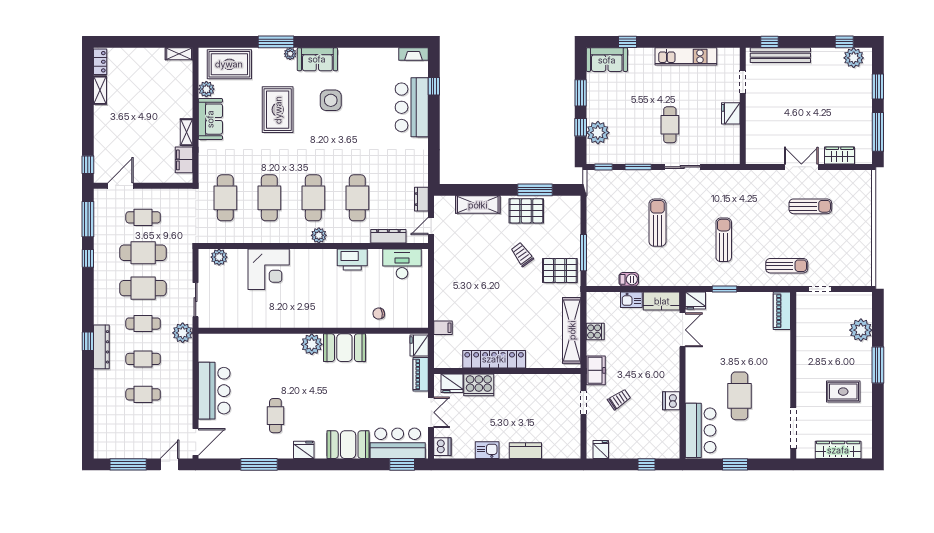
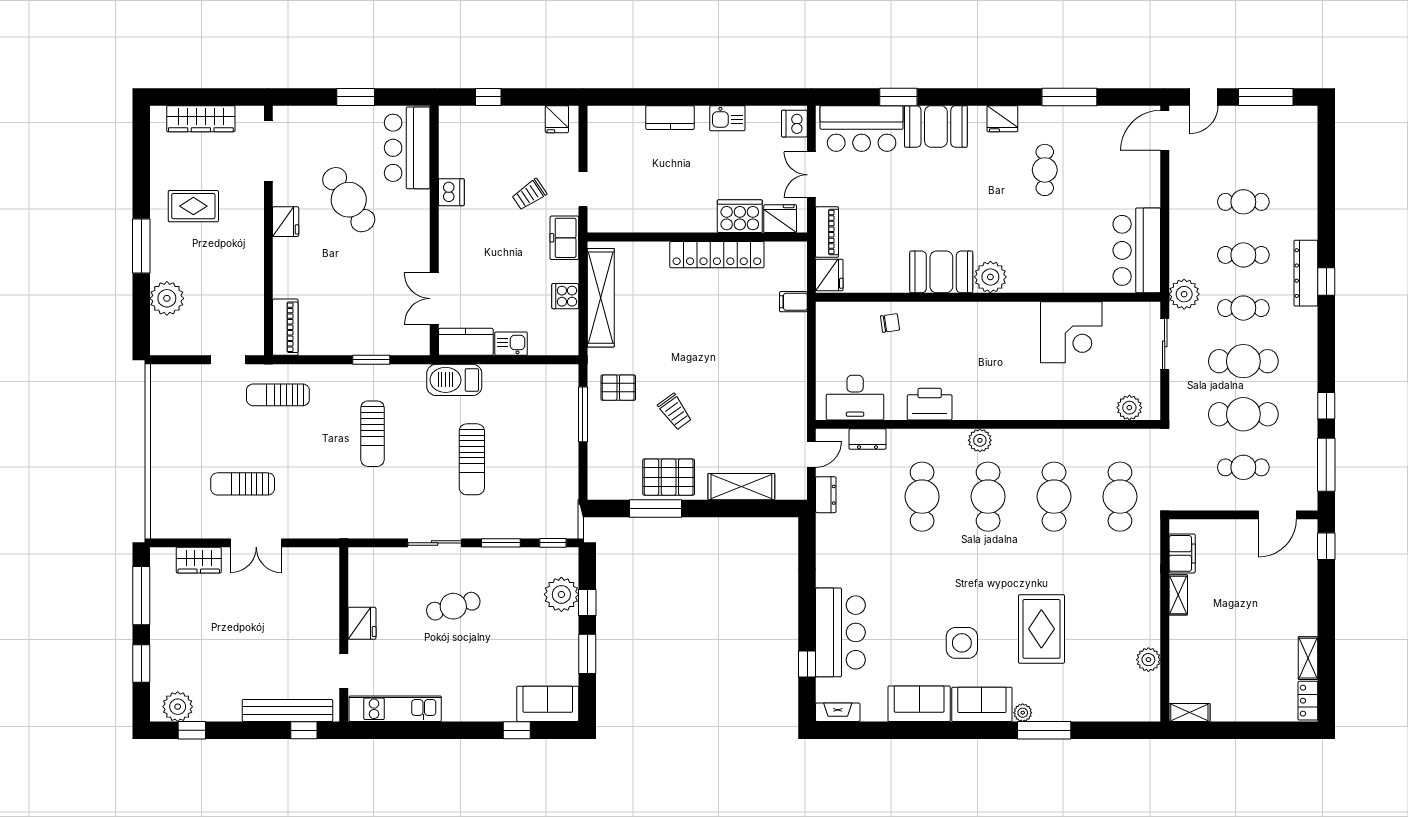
kitchen unit: (686, 56) -> (395, 709), moved
rug: (229, 64) -> (1114, 697), removed
sofa: (210, 119) -> (919, 704), moved, turned 90
cafe table: (670, 125) -> (453, 606), turned 75
dresser: (388, 236) -> (867, 439), width x0.70
corner desk: (269, 269) -> (1071, 332), moved, turned 180
pallet: (560, 271) -> (618, 388), width x0.67, depth x0.71
barbecue: (629, 279) -> (454, 380), moved, width x1.88, depth x1.53
fridge: (695, 301) -> (286, 222), moved, turned 90
bar counter: (214, 391) -> (1137, 250), moved
cafe table: (740, 396) -> (349, 200), turned -34
window: (402, 464) -> (898, 97), moved

